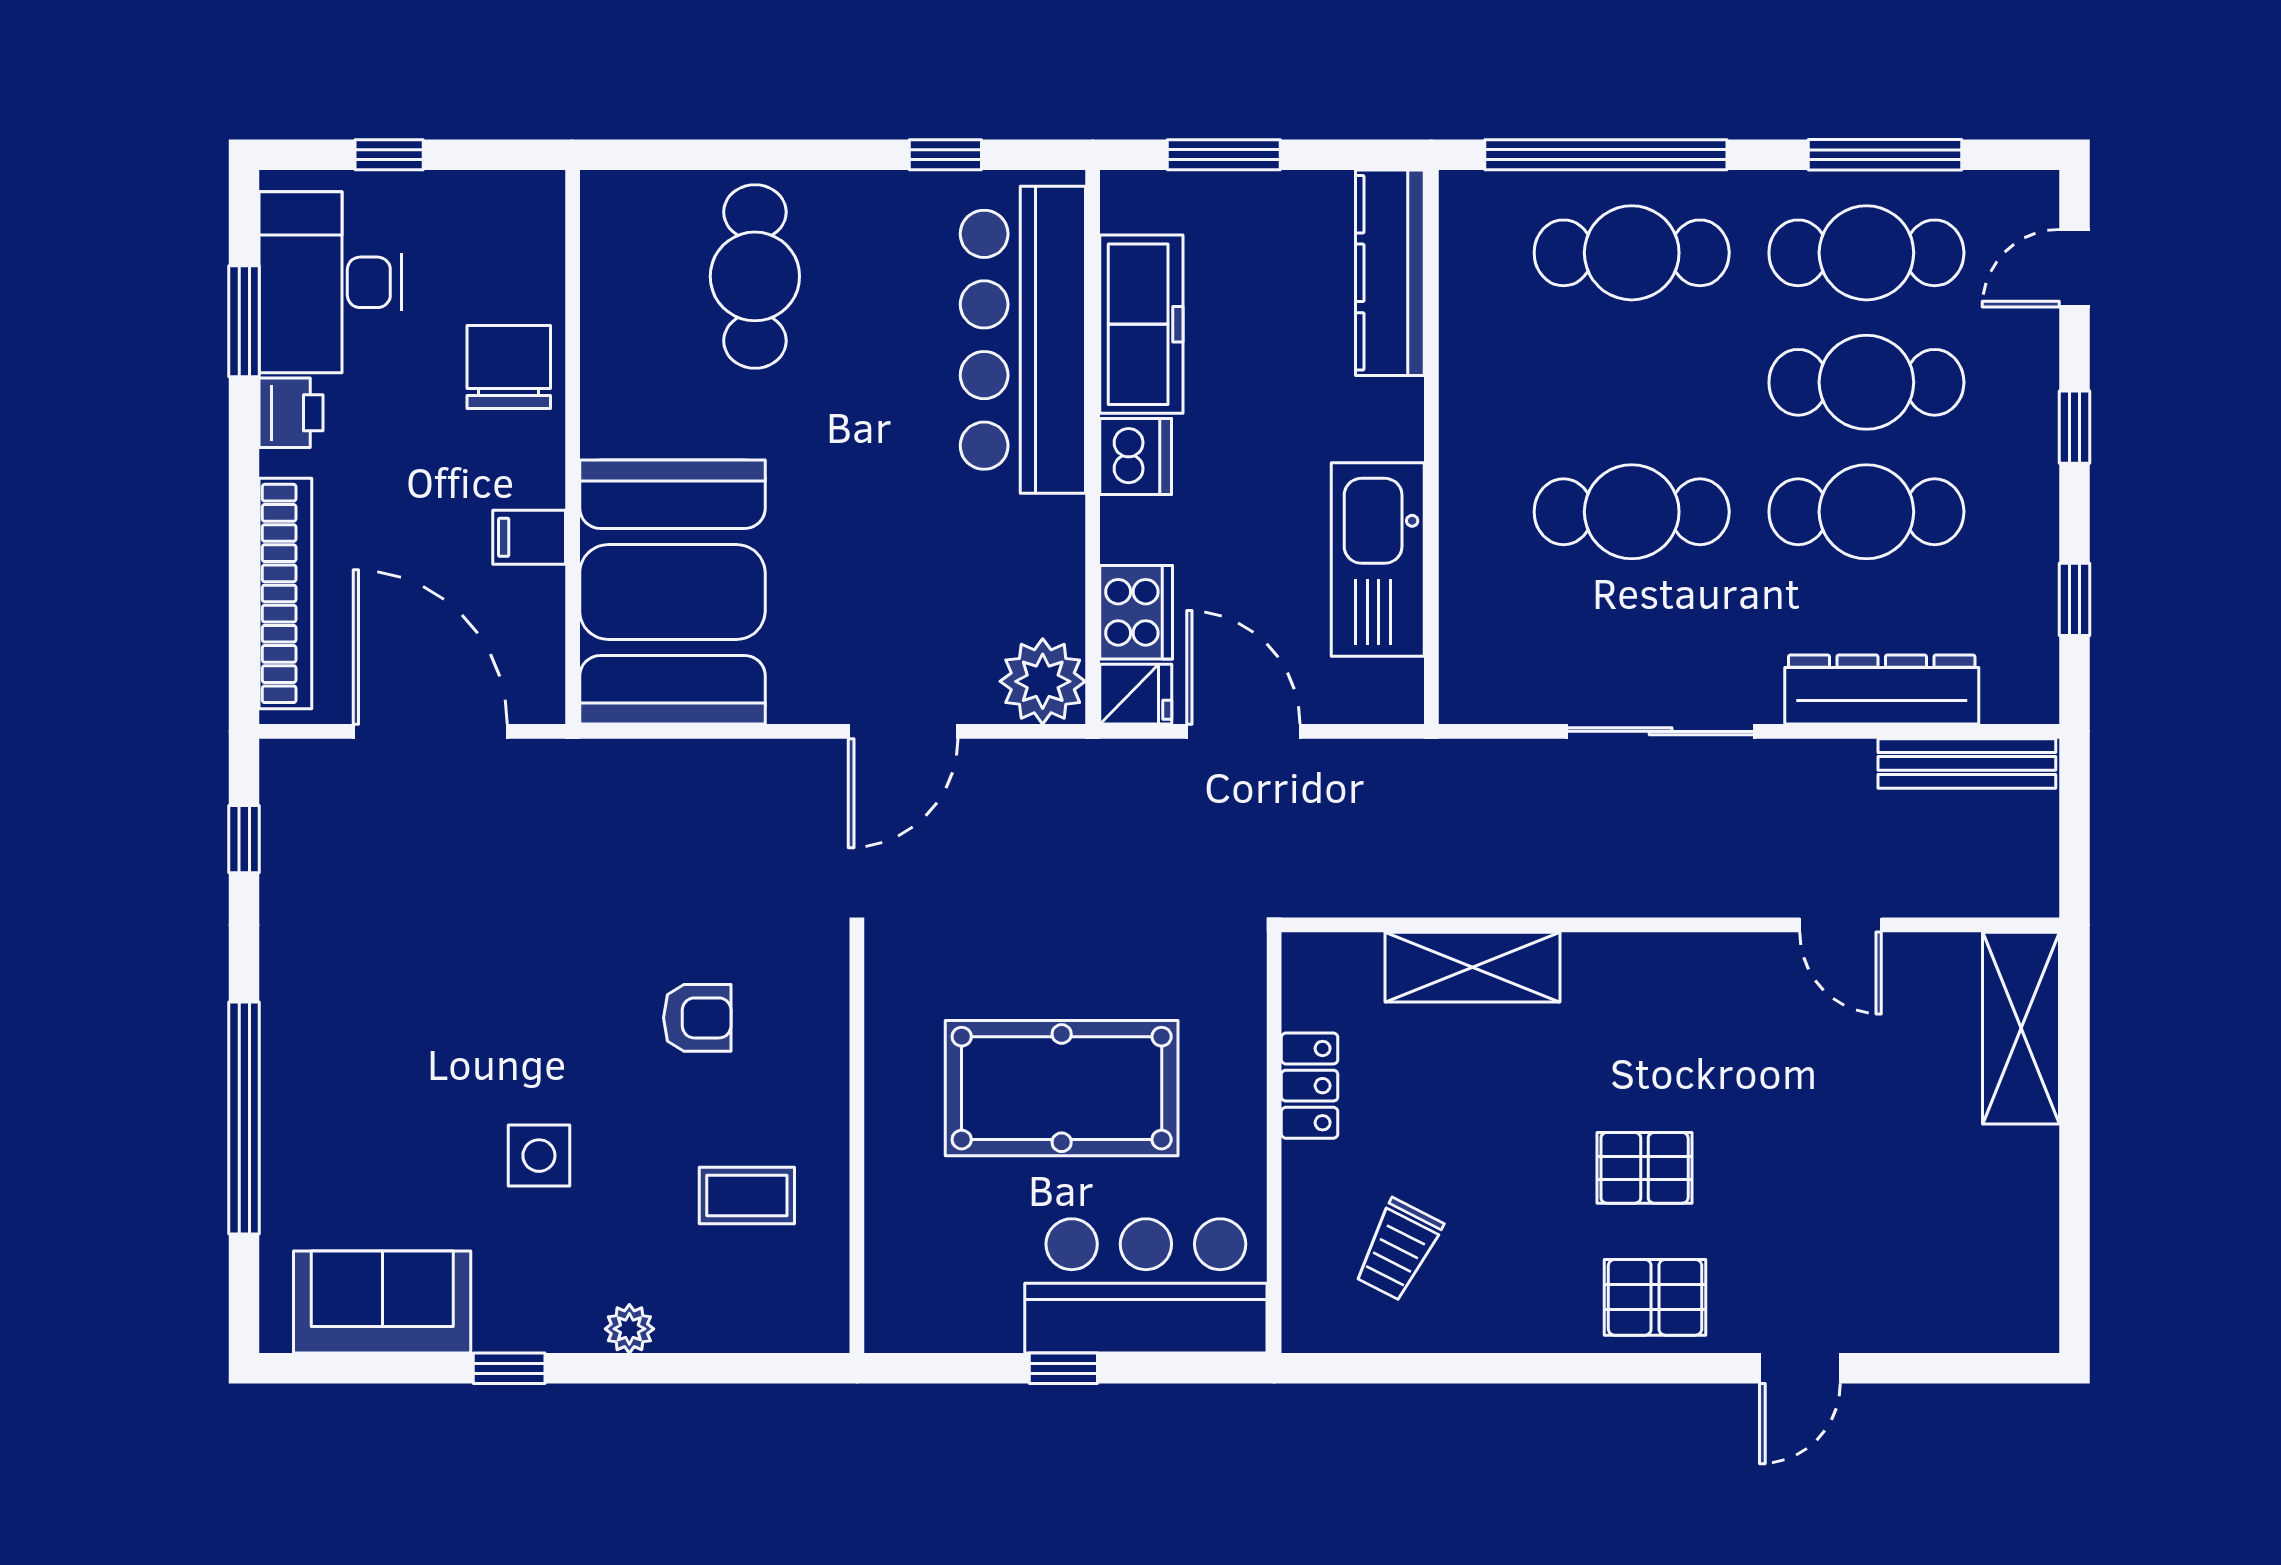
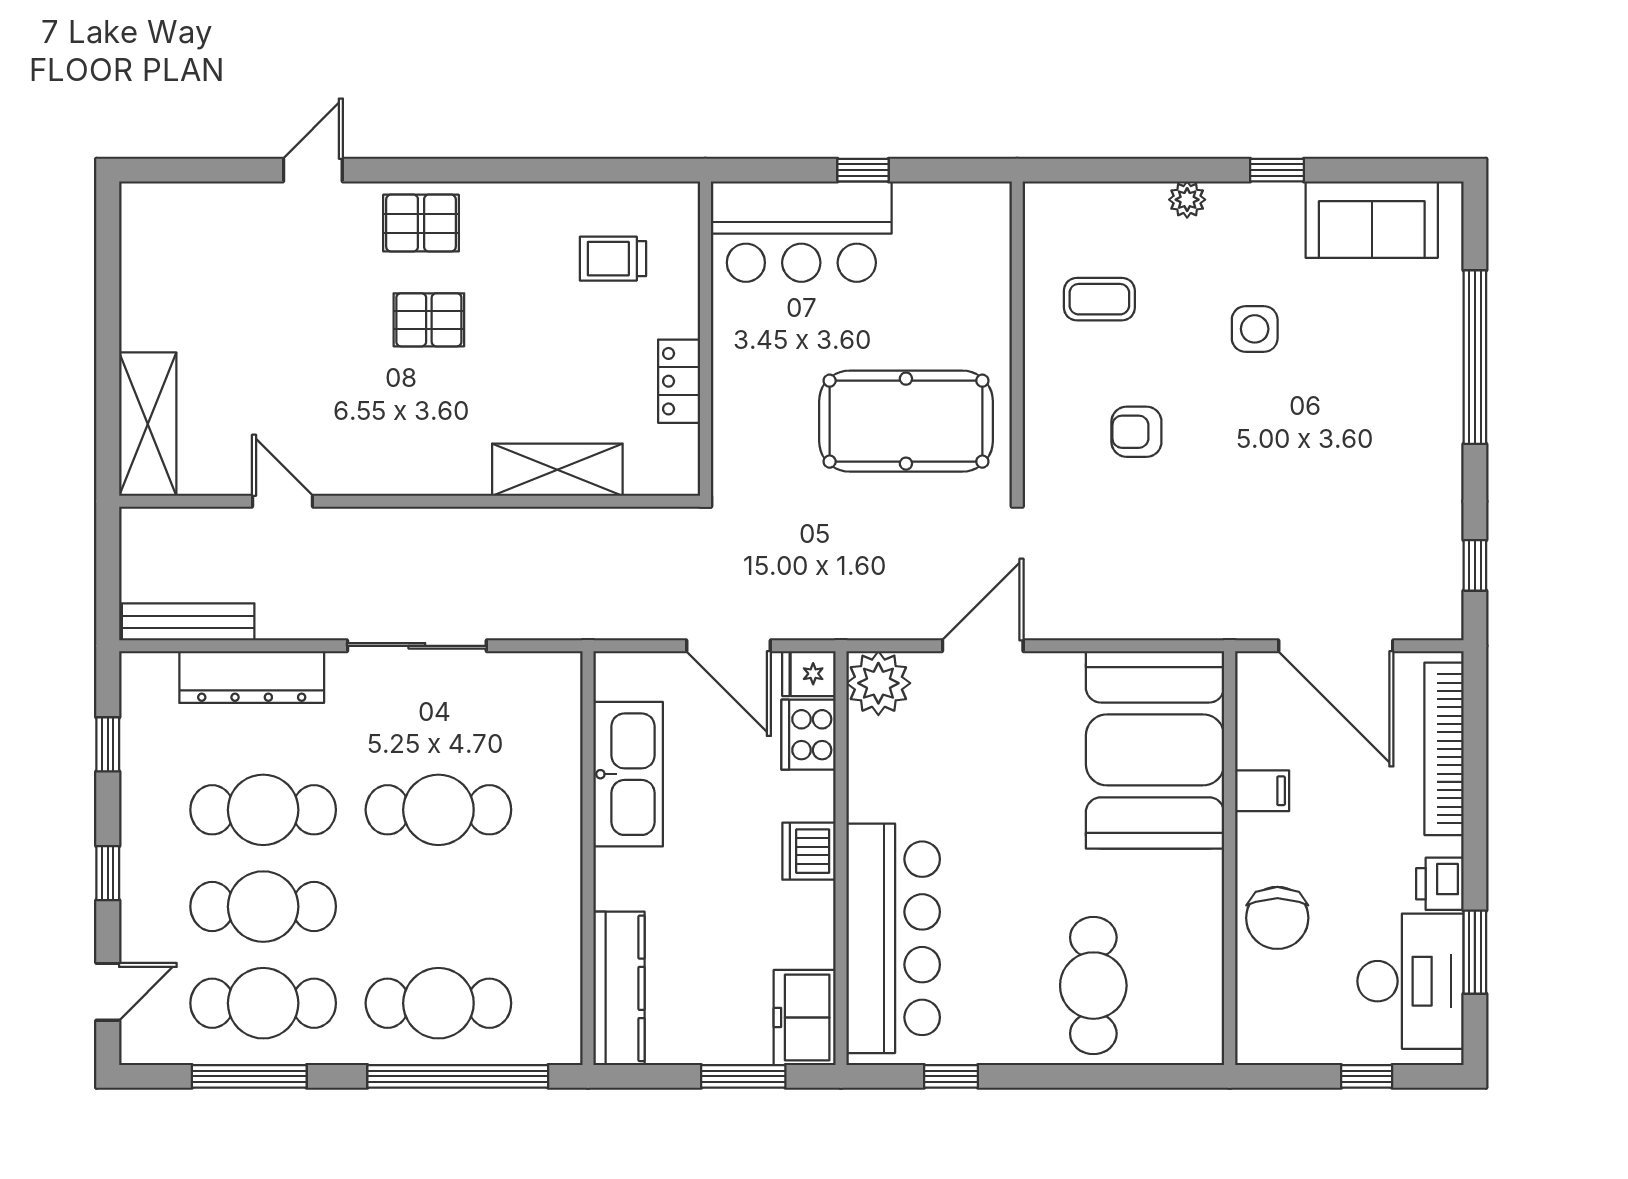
freezer: (1141, 324) -> (805, 1018), moved, width x0.71
pool table: (1062, 1088) -> (906, 421), moved
trolley: (1398, 1250) -> (613, 259), turned -117

